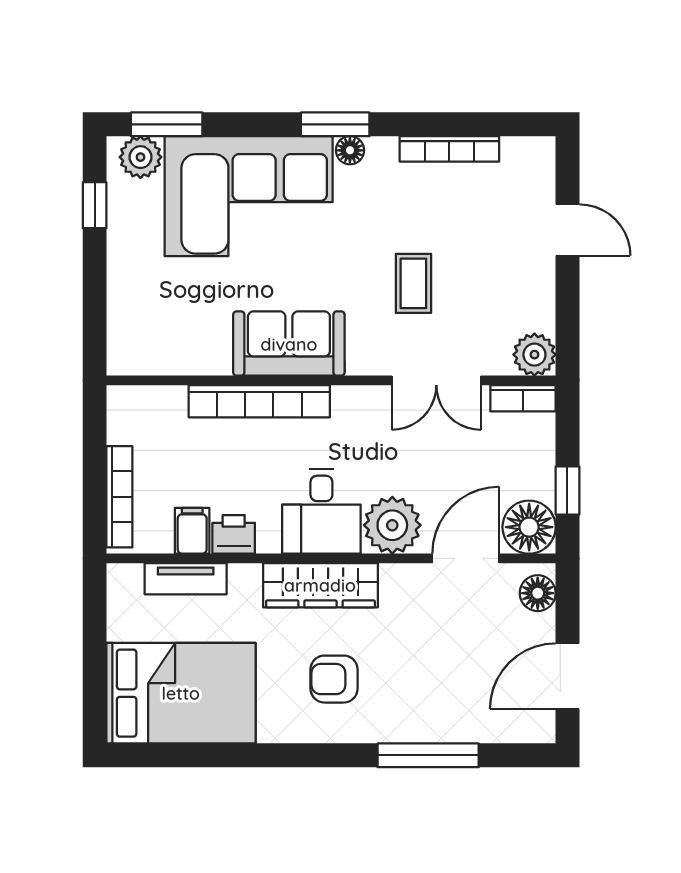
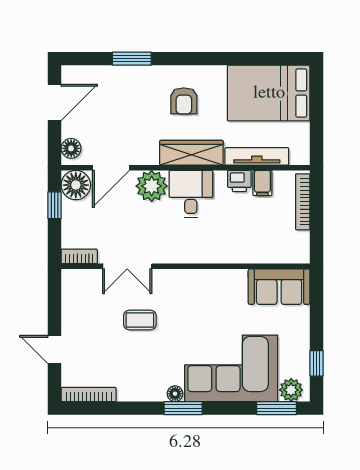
bookcase: (449, 149) -> (89, 394), moved
coffee table: (413, 283) -> (140, 320), turned 90
sofa: (289, 344) -> (279, 287), moved
plant: (534, 355) -> (73, 281), removed
double door: (436, 380) -> (127, 266), swing flipped
bookcase: (259, 401) -> (225, 255), removed
tv unit: (186, 579) -> (257, 156), width x1.41
armchair: (334, 679) -> (184, 101), turned 90
window: (428, 755) -> (132, 59), width x0.69

